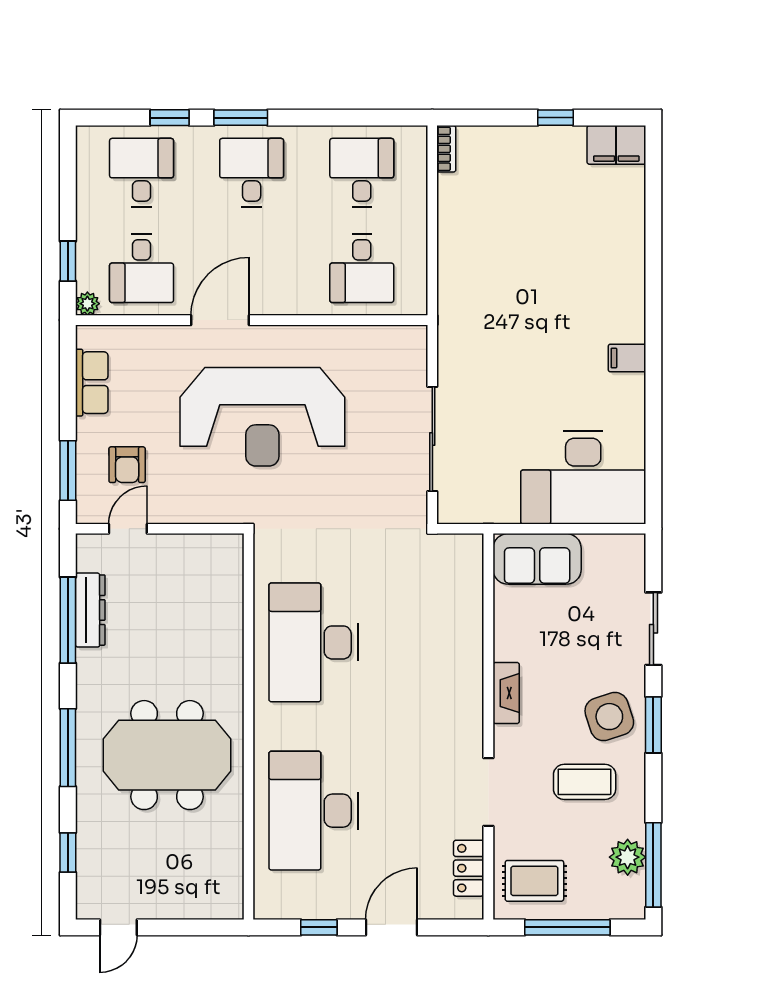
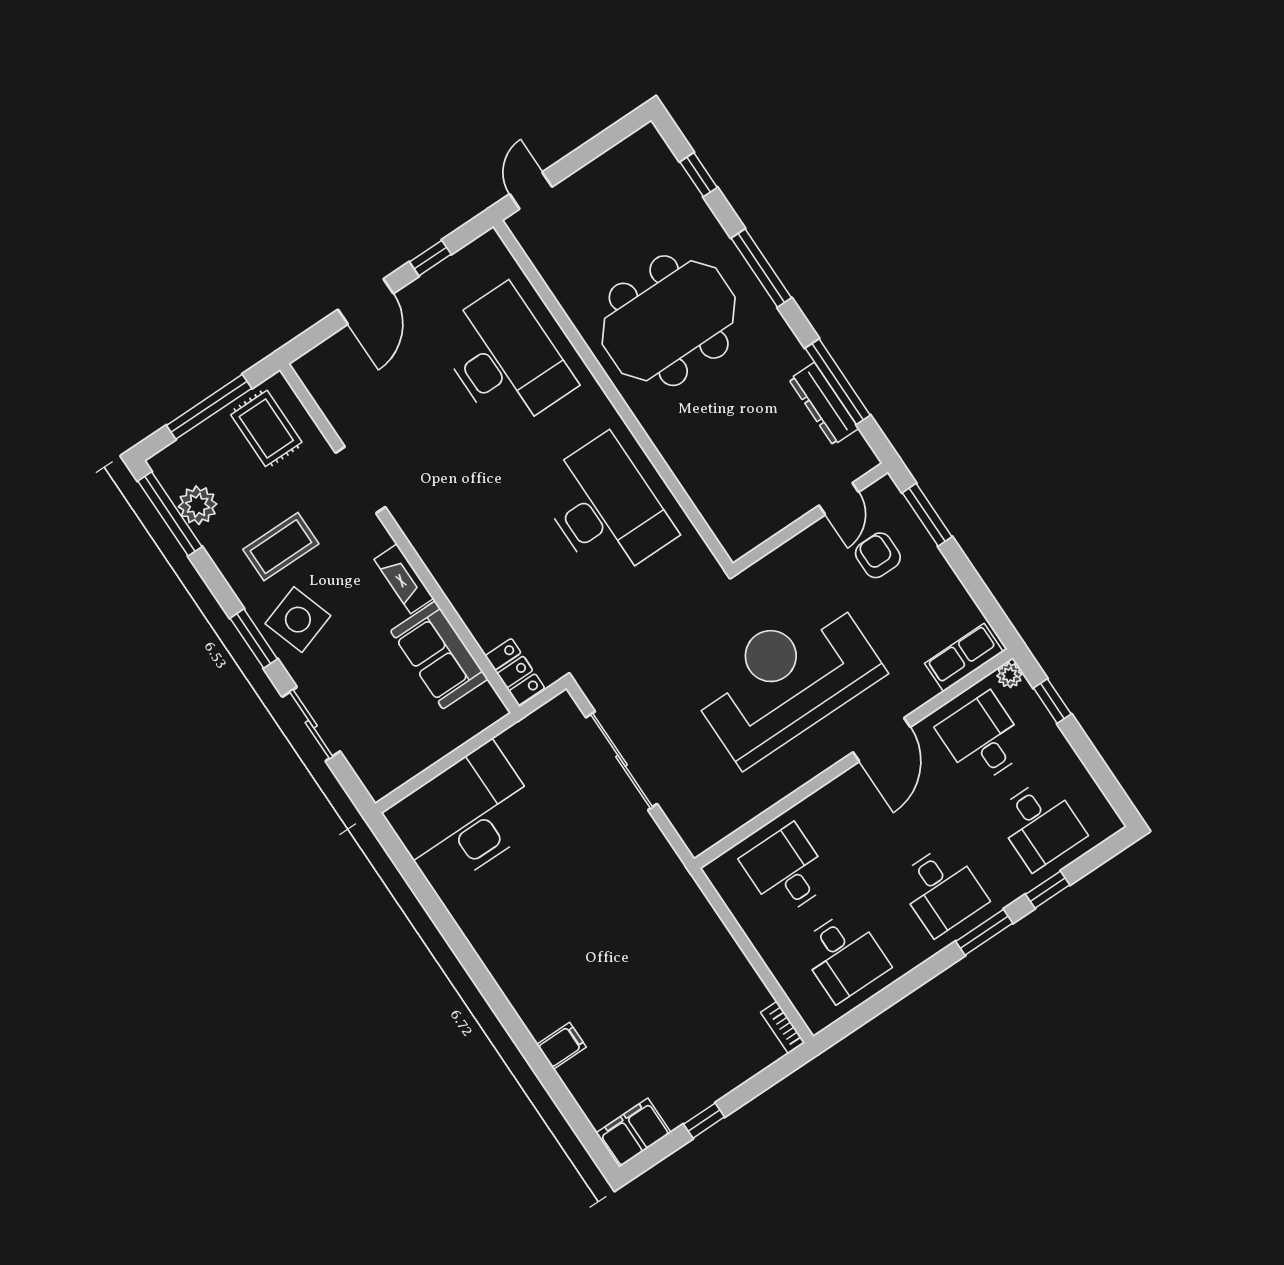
filing cabinet: (627, 358) -> (562, 1046), moved
row of seats: (92, 383) -> (964, 658), moved, turned 90
sofa: (537, 559) -> (439, 655), moved, turned -90
locker: (469, 868) -> (515, 672), moved
rug: (534, 881) -> (266, 428), turned 90
door: (118, 927) -> (531, 190), moved

